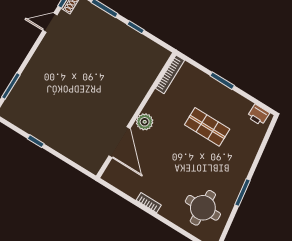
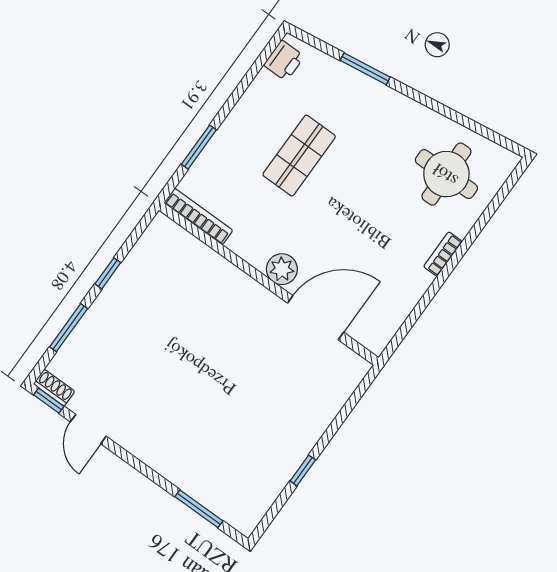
window: (222, 81) -> (199, 147), moved
window: (243, 192) -> (365, 69), moved
bookcase: (149, 203) -> (443, 254), moved

